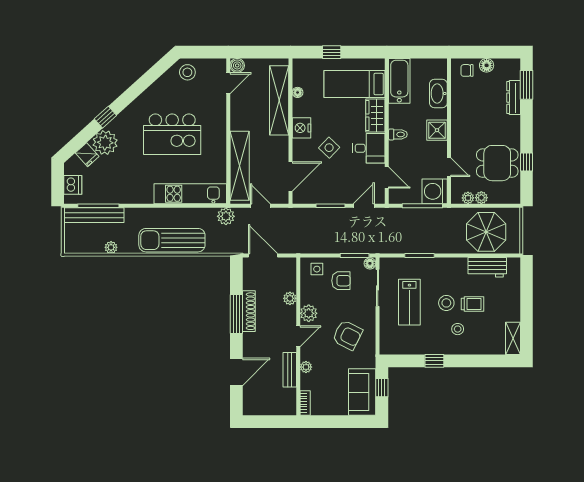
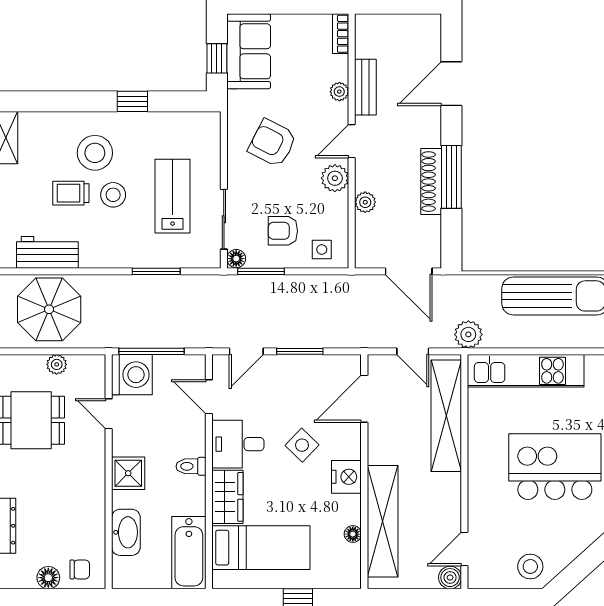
plant: (468, 198) -> (78, 364), removed
stool: (458, 329) -> (95, 153), width x1.89, depth x1.89

